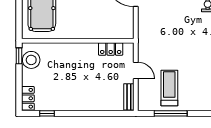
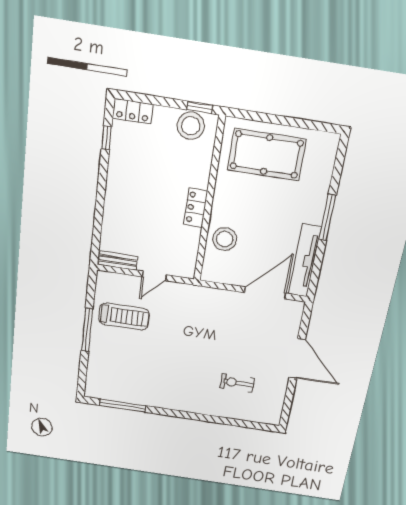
stool: (102, 26) -> (225, 239), added
locker: (111, 49) -> (196, 208), moved
window: (171, 113) -> (87, 330), moved

